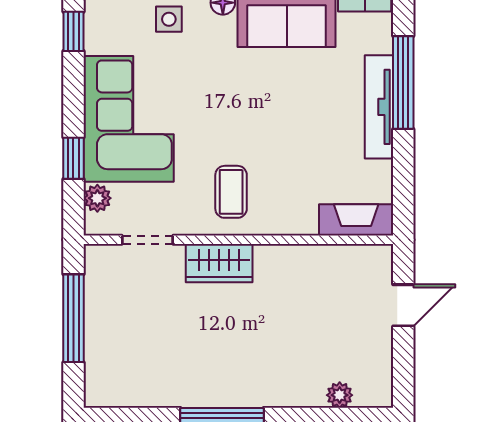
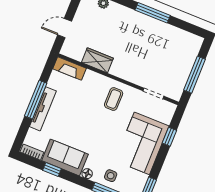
window: (403, 83) -> (36, 100), moved
plant: (97, 198) -> (166, 117), removed
wardrobe: (219, 263) -> (97, 60), moved

